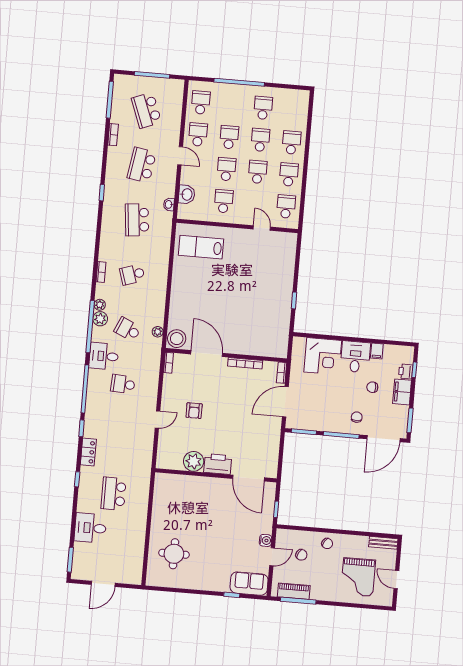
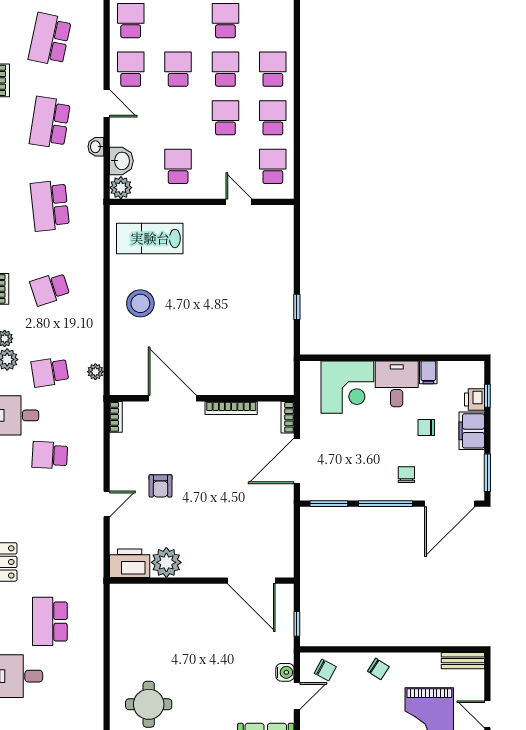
school desk: (146, 110) -> (50, 39), turned 33
school desk: (226, 169) -> (178, 118), removed
washbasin: (169, 204) -> (96, 147), moved
plant: (185, 212) -> (121, 188), added
school desk: (128, 329) -> (50, 372), turned -33
stool: (177, 339) -> (140, 303), moved
printer: (218, 464) -> (130, 563), moved
chair: (301, 555) -> (325, 670), moved

